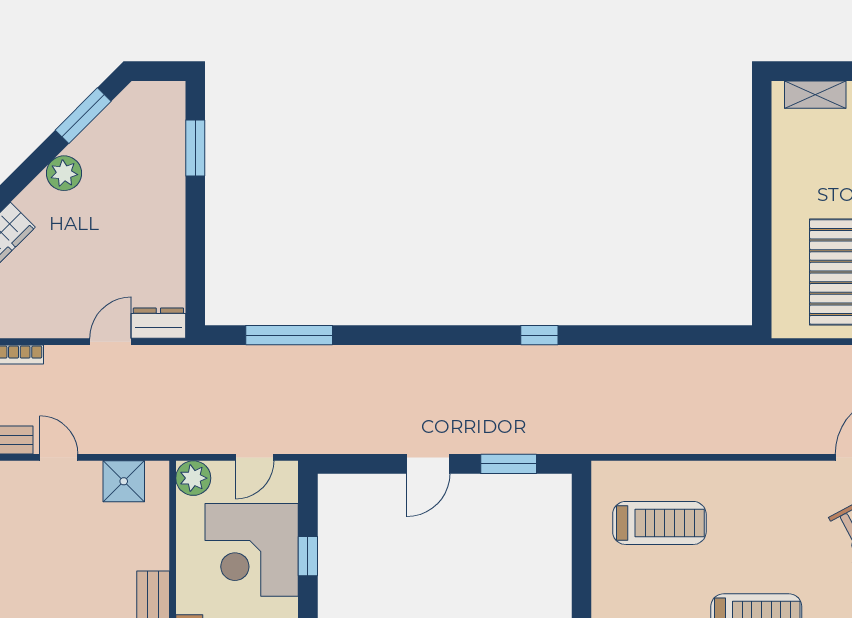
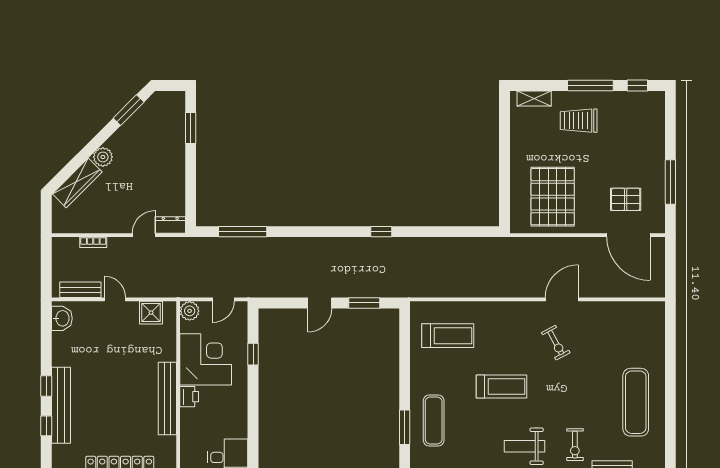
plant: (64, 173) -> (103, 157), moved
corner desk: (252, 550) -> (206, 359), moved, turned 180

